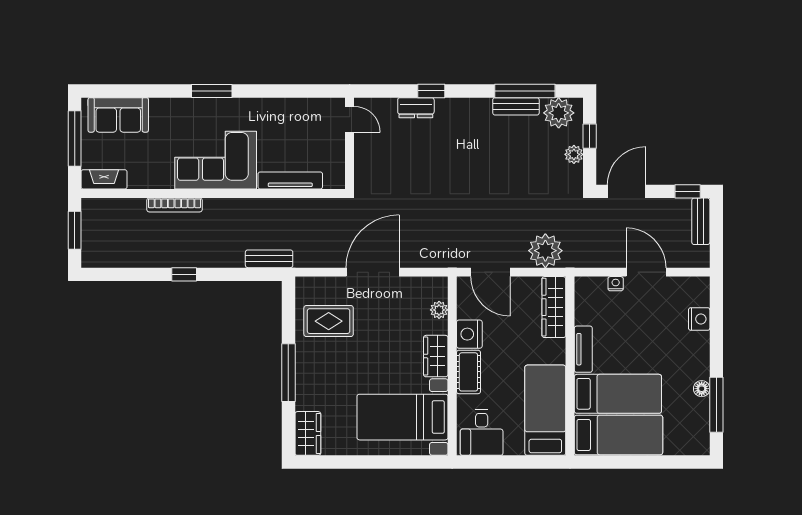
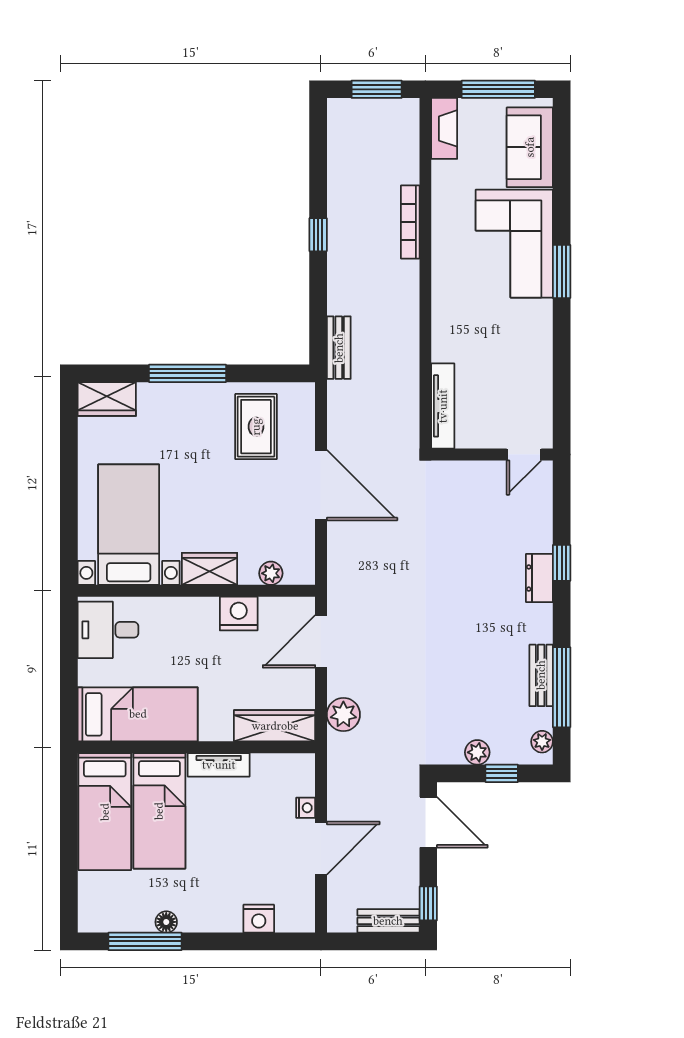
dresser: (416, 108) -> (539, 578), moved
plant: (559, 113) -> (542, 742), width x0.53, depth x0.53
corner sofa: (216, 160) -> (514, 244), moved, turned 180
tv unit: (290, 180) -> (443, 406), moved
plant: (545, 251) -> (343, 714), width x0.73, depth x0.73
cot: (468, 372) -> (188, 612), removed

